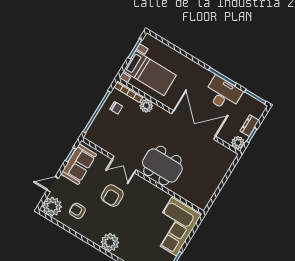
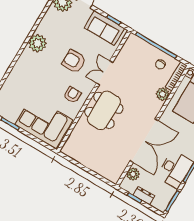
plant: (238, 143) -> (133, 174), moved
armchair: (77, 211) -> (72, 95), moved
plant: (110, 242) -> (38, 43), moved

